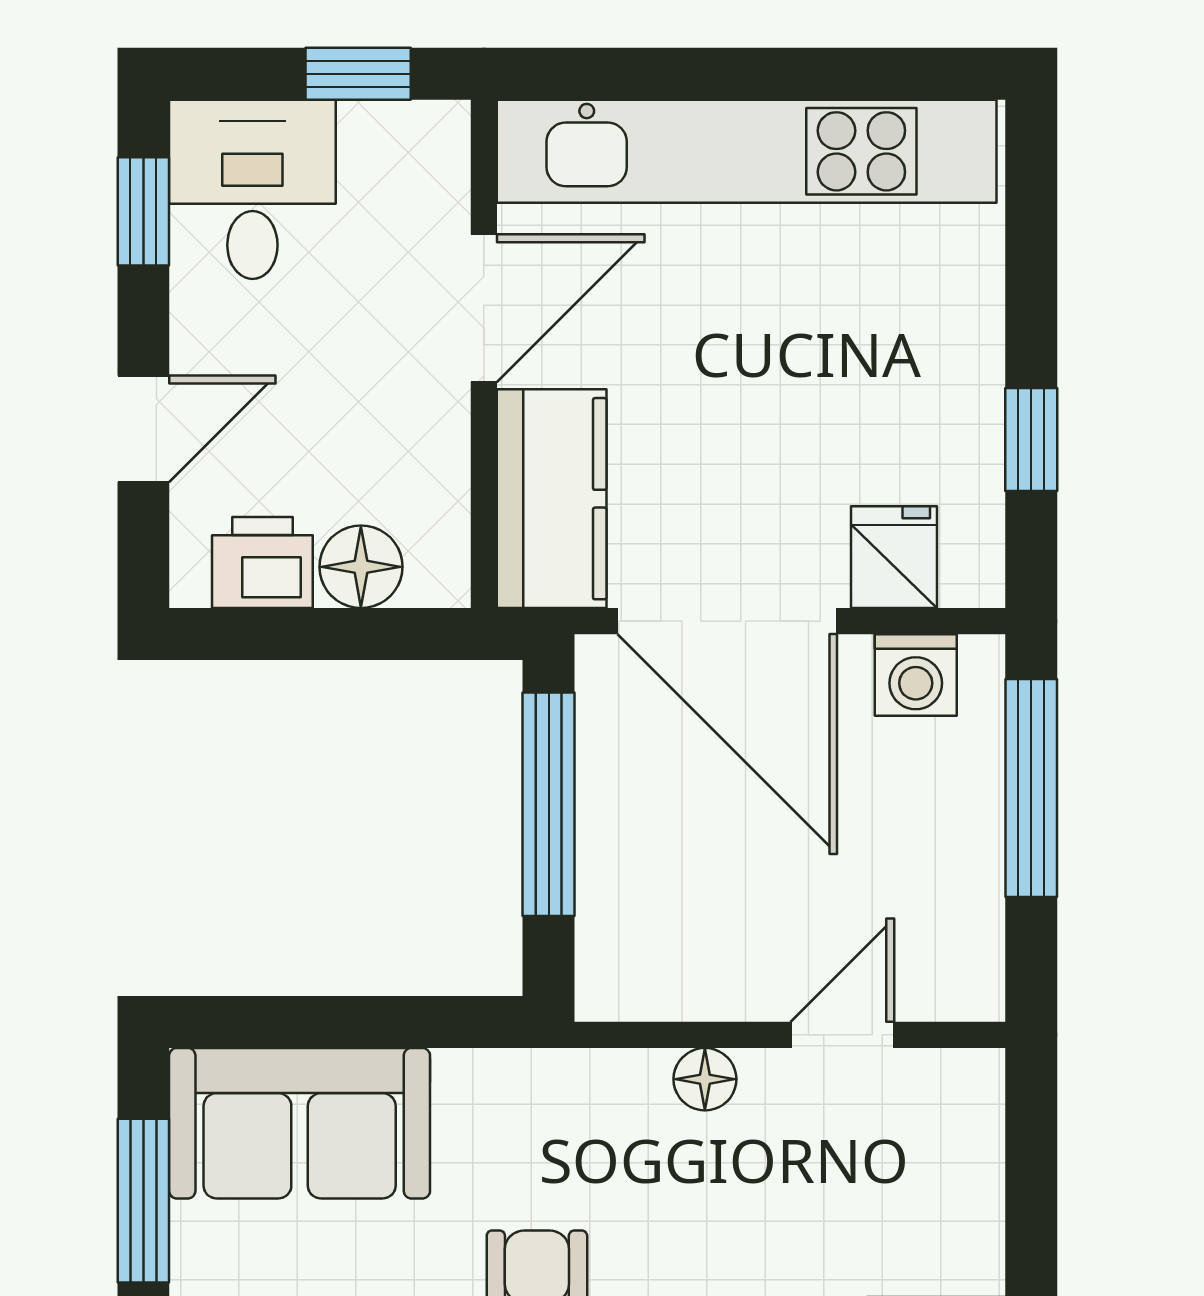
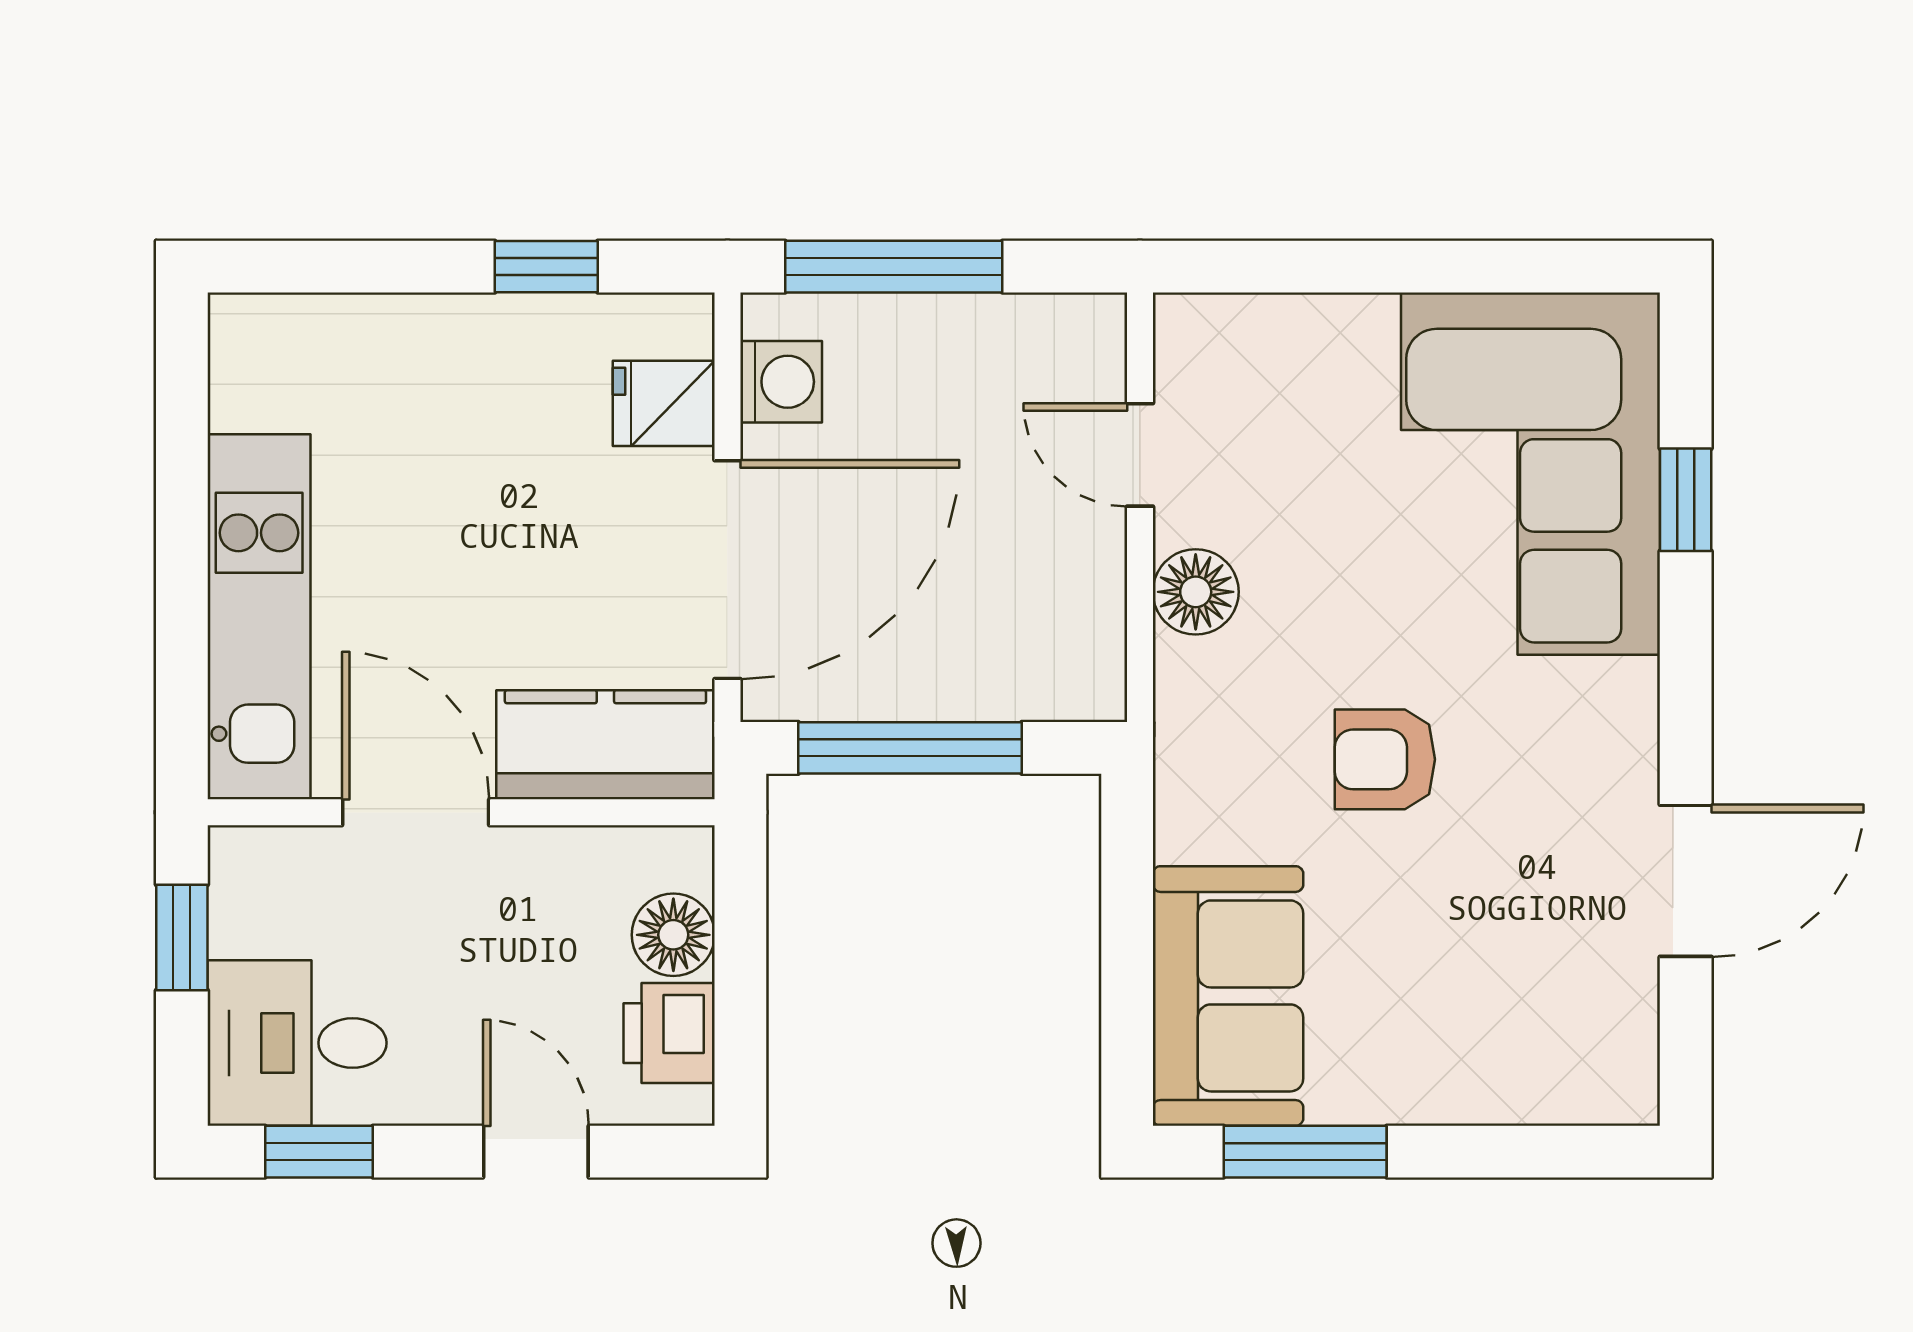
kitchen unit: (747, 151) -> (259, 617), width x0.73
floor lamp: (705, 1079) -> (1196, 592), width x1.37, depth x1.37

